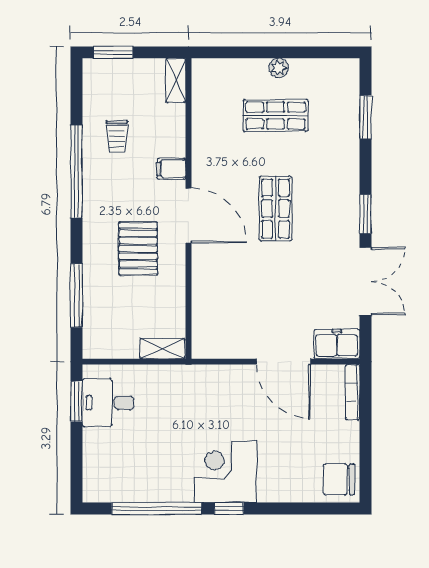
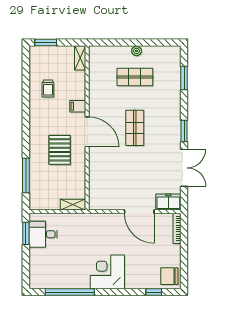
window: (76, 171) -> (26, 108), removed
window: (229, 508) -> (154, 292), moved

